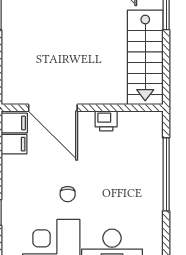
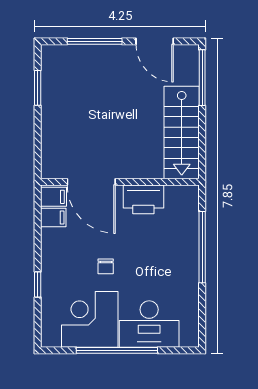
printer: (106, 121) -> (143, 199), width x1.87, depth x1.48

